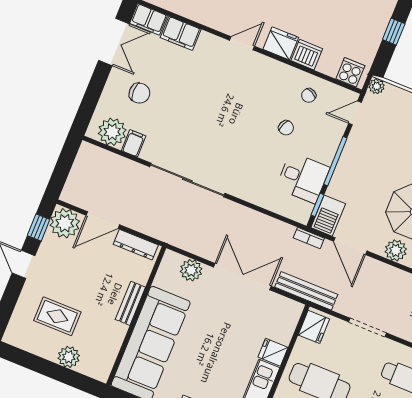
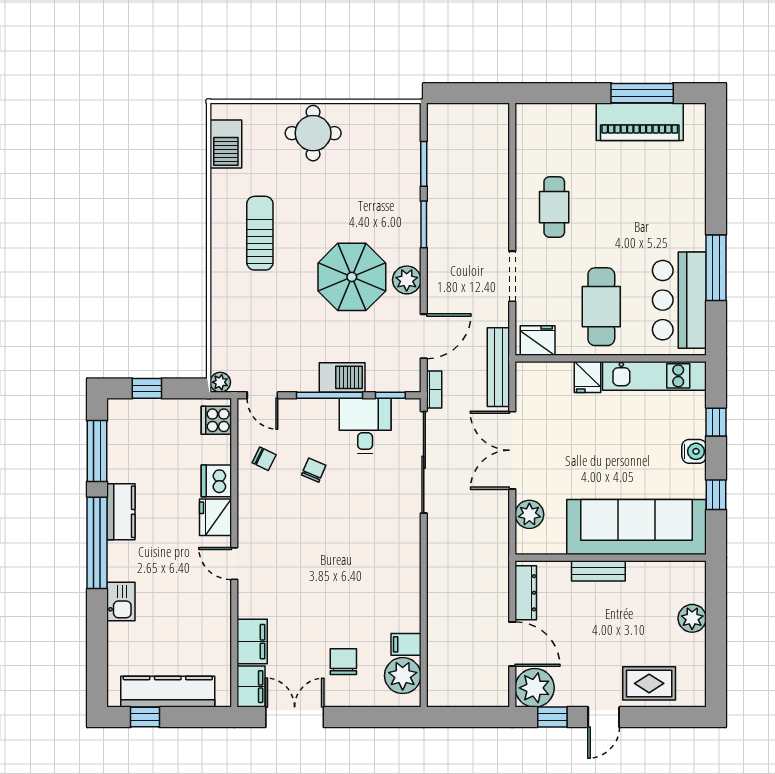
sliding door: (187, 180) -> (424, 462), moved
barbecue: (328, 216) -> (342, 377), moved
rug: (57, 316) -> (649, 683), moved, turned 90

